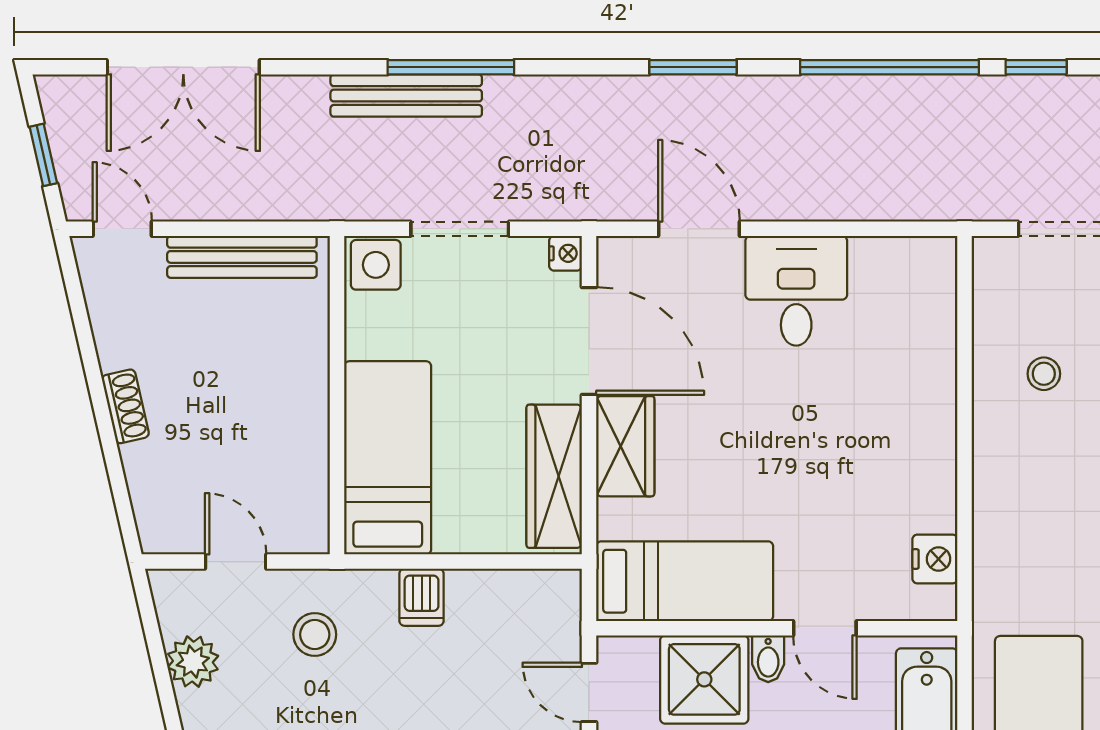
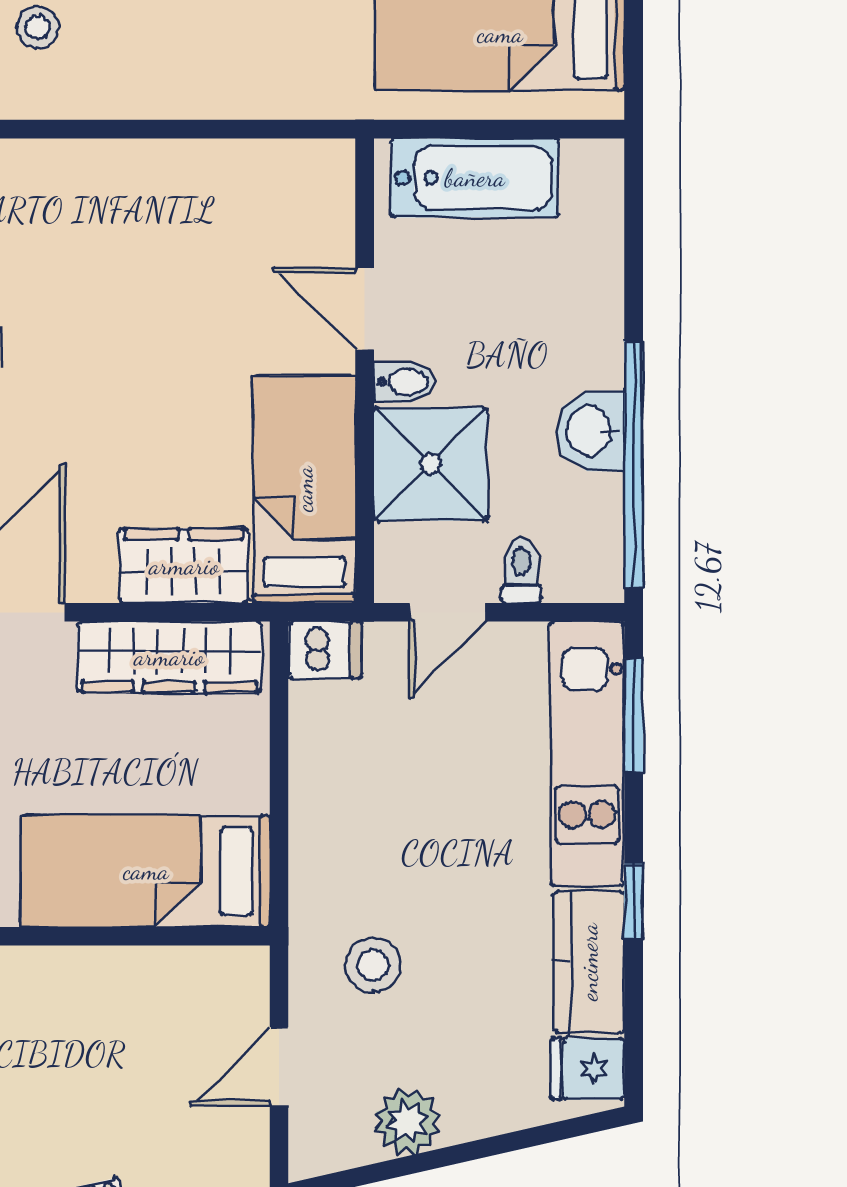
wardrobe: (625, 446) -> (184, 566), moved
nightstand: (935, 559) -> (276, 167), removed
dishwasher: (422, 597) -> (325, 650), moved
door: (825, 628) -> (365, 309), swing flipped

